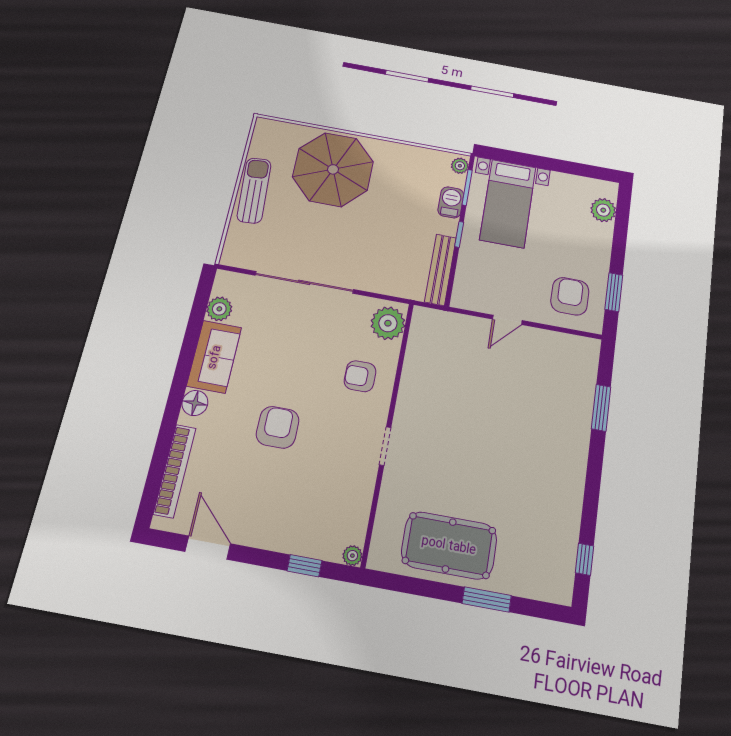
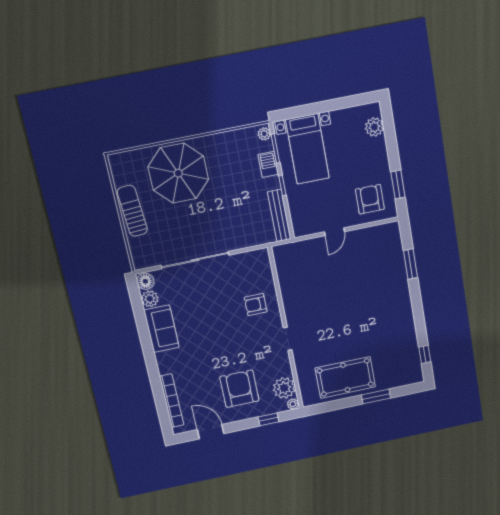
plant: (388, 323) -> (284, 388), moved
floor lamp: (195, 403) -> (145, 281), moved
armchair: (278, 427) -> (239, 389), moved, width x1.36, depth x1.36

